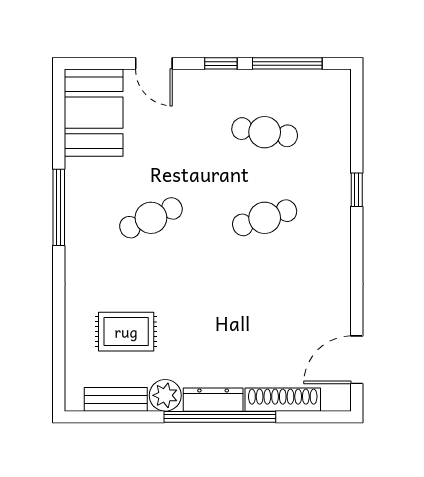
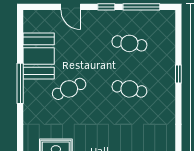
booth: (94, 113) -> (39, 56), moved
cafe table: (265, 218) -> (129, 89), turned 30

